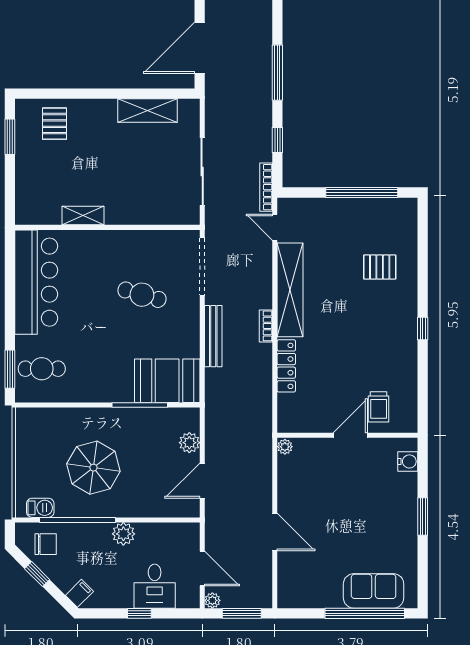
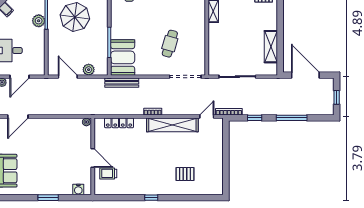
window: (362, 193) -> (226, 164), removed
pallet: (380, 267) -> (185, 174), turned 90
bench: (213, 336) -> (122, 83), moved
locker: (286, 366) -> (119, 123), moved
door: (275, 532) -> (18, 117), moved
plant: (123, 534) -> (39, 21), moved

